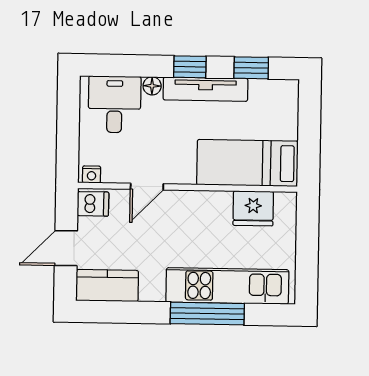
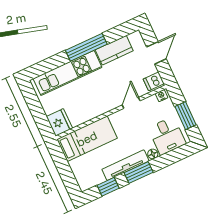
window: (190, 67) -> (139, 172), width x1.50
window: (68, 123) -> (186, 116), added
fridge: (253, 208) -> (59, 122), moved, turned 90
kitchen counter: (107, 286) -> (114, 50), moved
window: (207, 314) -> (86, 47), moved

